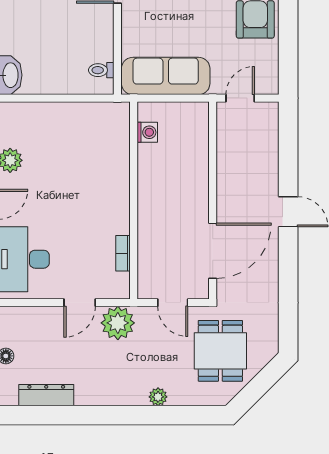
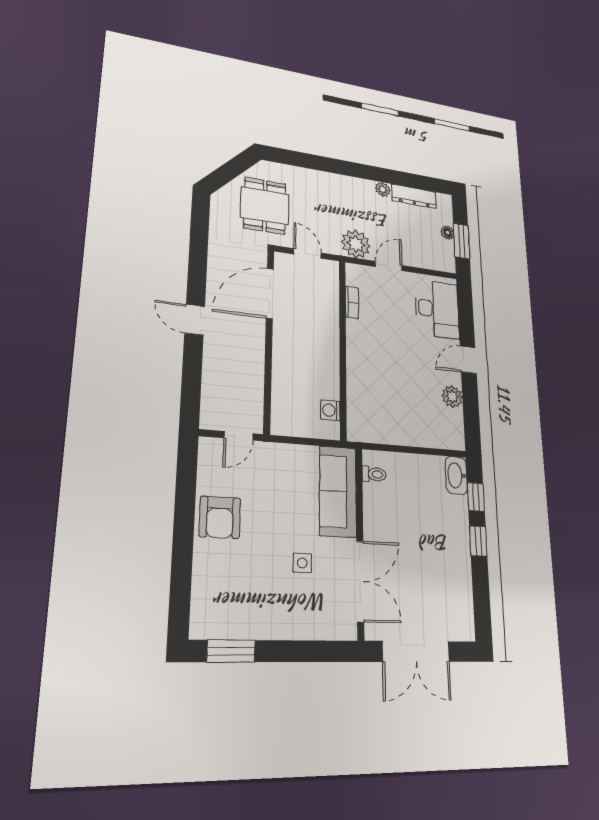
sofa: (166, 76) -> (338, 491), moved, turned 90
plant: (158, 397) -> (383, 189), moved

